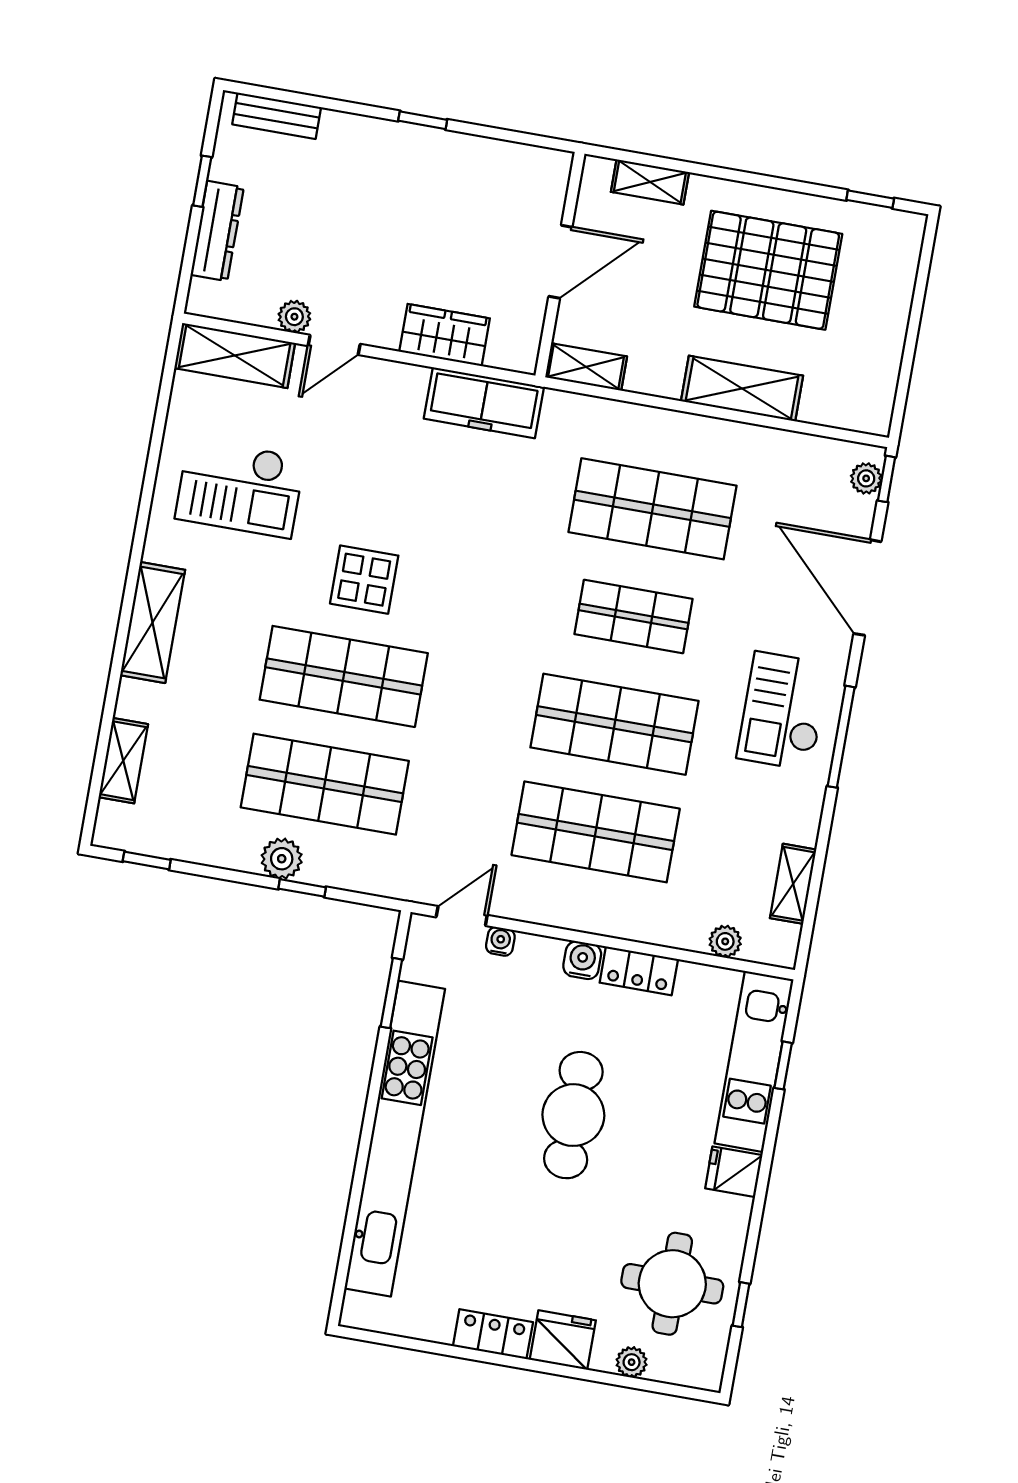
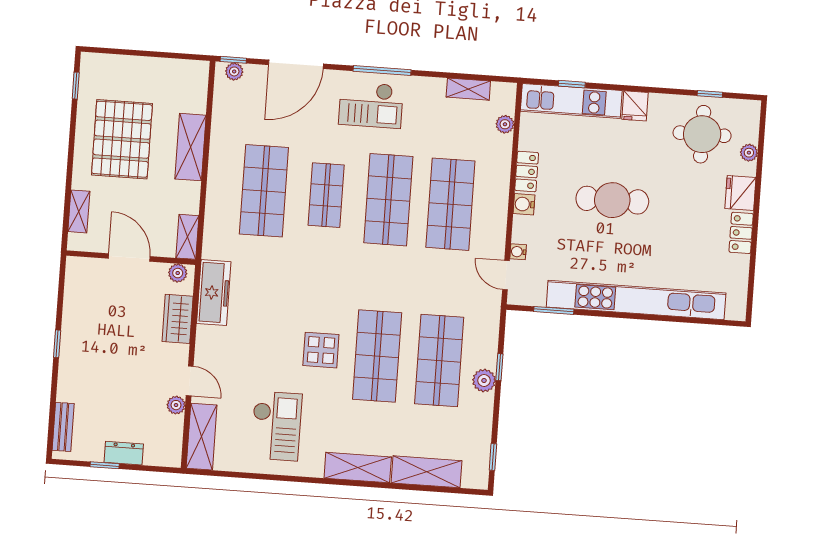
dresser: (217, 231) -> (124, 453), width x0.70
plant: (525, 343) -> (178, 273), added
shelving: (123, 761) -> (427, 472), width x1.50, depth x1.33

